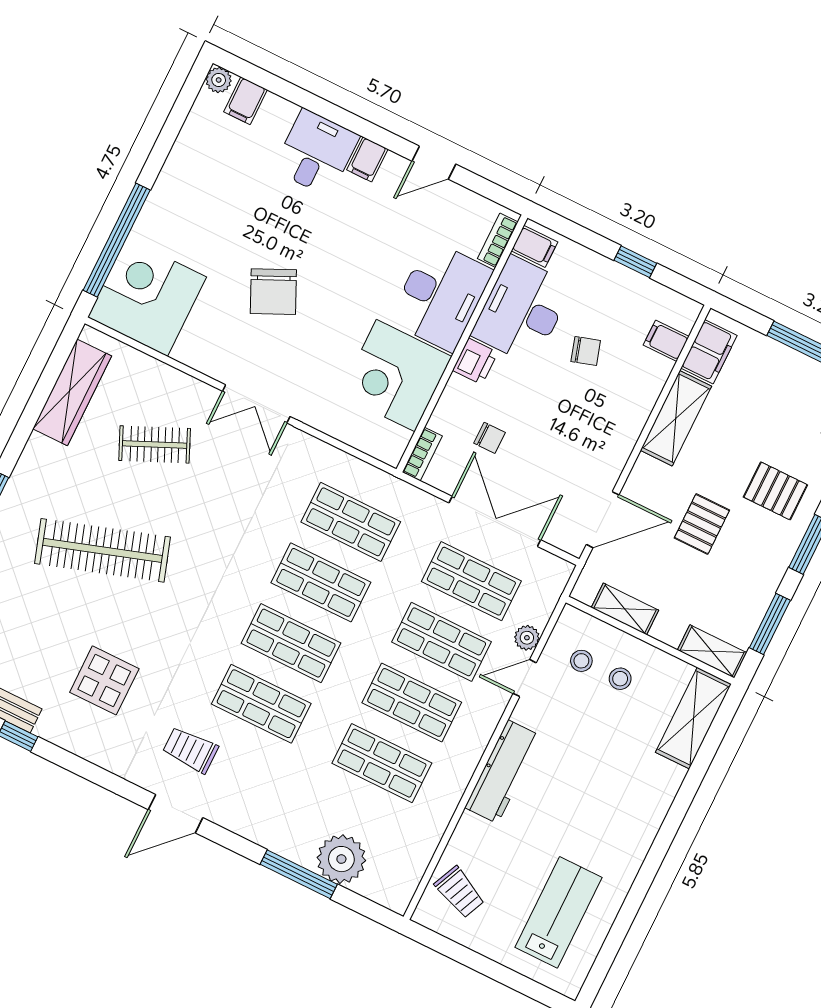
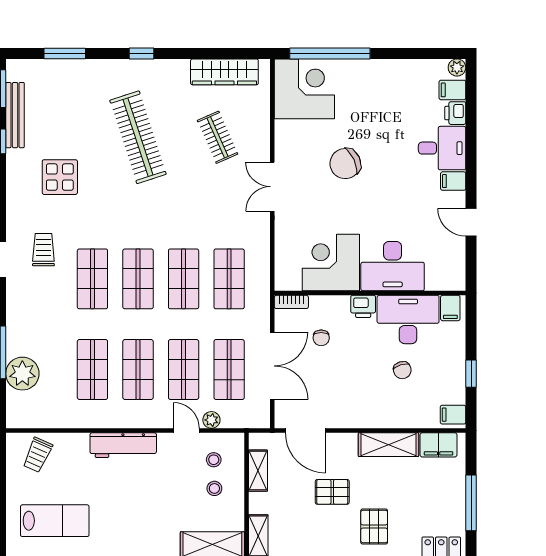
printer: (278, 112) -> (455, 113), added
bookcase: (498, 240) -> (443, 284), removed
filing cabinet: (666, 341) -> (453, 415), moved, turned -90

